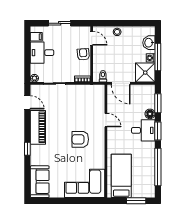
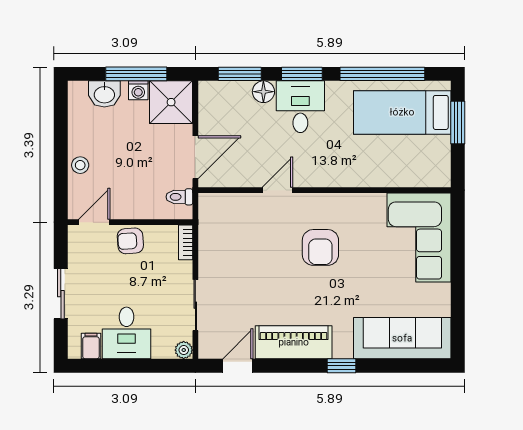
bed: (121, 176) -> (402, 112), moved
sofa: (40, 182) -> (402, 338), width x1.36

